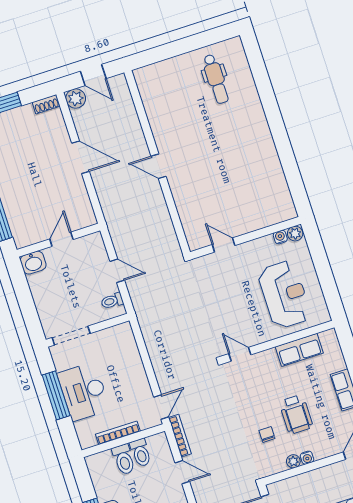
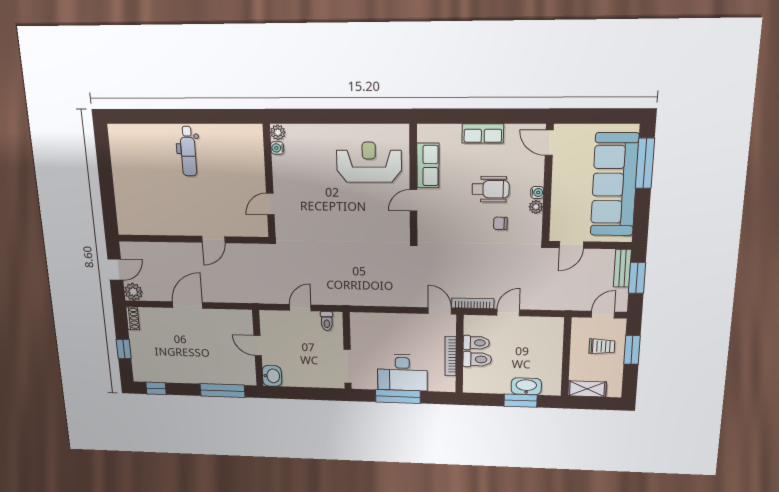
dental chair: (216, 79) -> (188, 151), moved, turned 90
plant: (295, 234) -> (278, 132), moved
water cooler: (280, 237) -> (277, 148), moved
wall: (245, 238) -> (269, 181), moved
door: (224, 245) -> (270, 204), moved
door: (240, 354) -> (413, 200), moved

